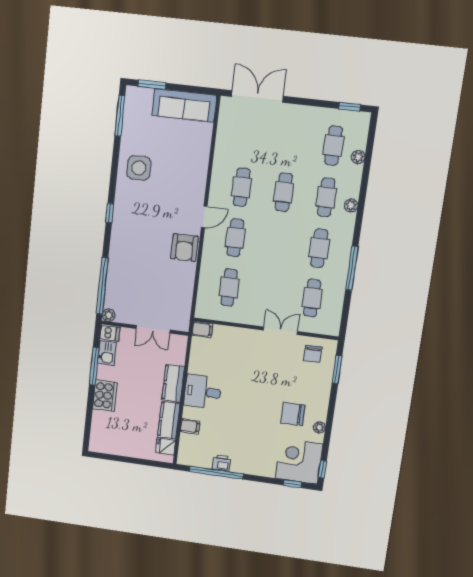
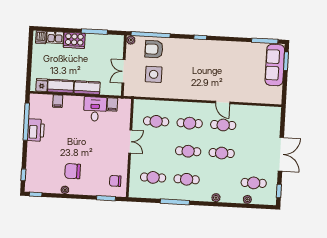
double door: (257, 96) -> (281, 154), moved
sofa: (184, 105) -> (275, 65), moved
side table: (139, 168) -> (154, 74), moved
cafe table: (326, 197) -> (188, 151), moved
door: (204, 217) -> (223, 103), moved
armchair: (184, 248) -> (154, 49), moved
filing cabinet: (202, 330) -> (112, 104), moved
double door: (280, 331) -> (130, 142), moved
dishwasher: (110, 333) -> (41, 37), moved
kitchen sink: (107, 353) -> (55, 37), moved
desk: (203, 392) -> (95, 109), moved
chair: (293, 414) -> (73, 171), turned -90
corner desk: (299, 461) -> (40, 178), removed
printer: (222, 463) -> (36, 130), width x1.87, depth x1.48

